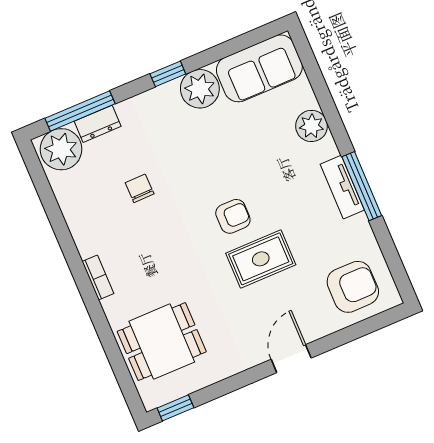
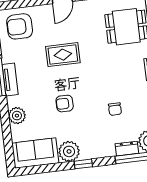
armchair: (233, 216) -> (65, 104), moved

